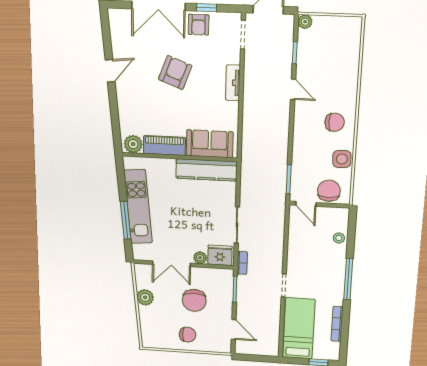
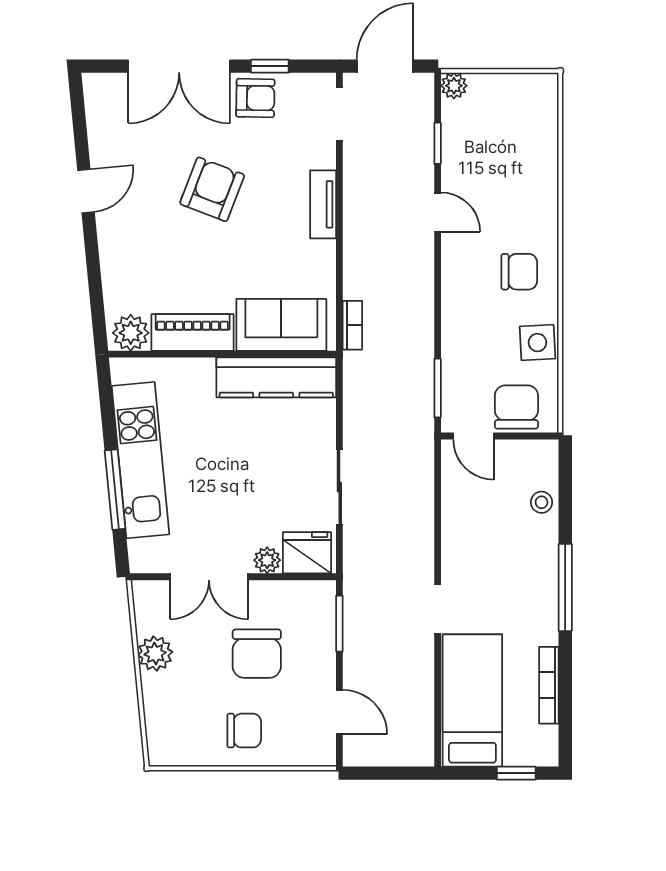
armchair: (199, 25) -> (255, 98), turned -89
bookcase: (242, 263) -> (352, 325), moved

